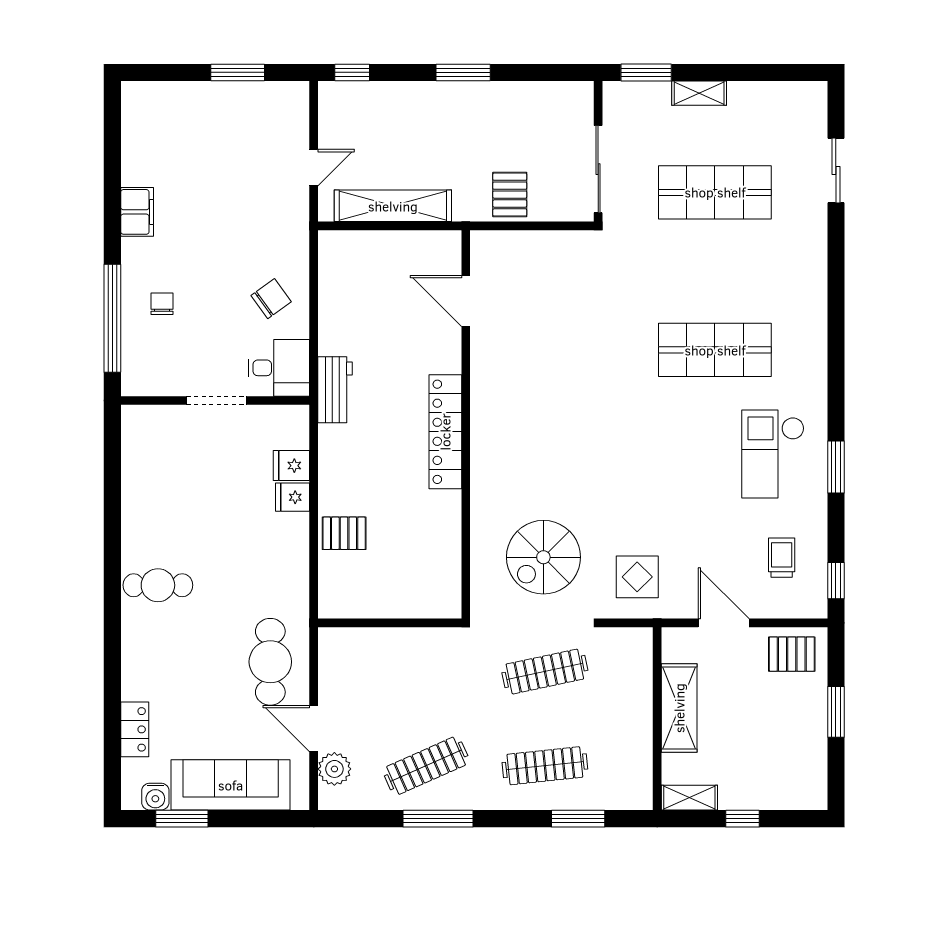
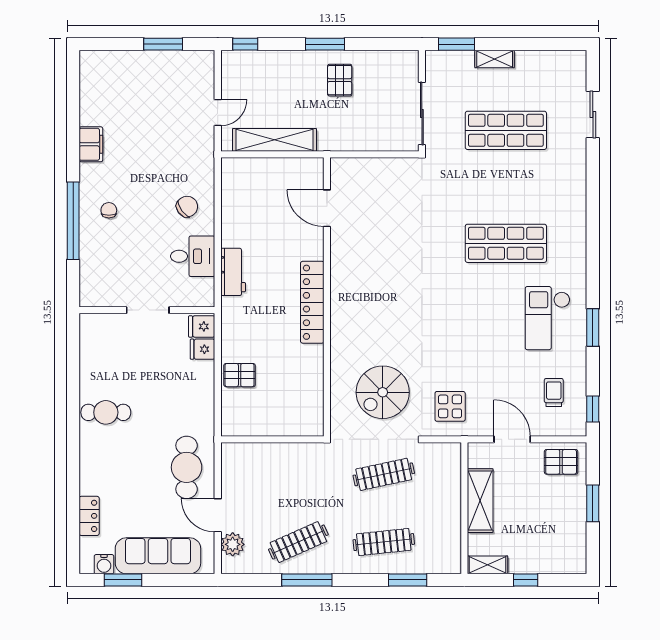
pallet: (510, 195) -> (340, 80), moved
wall: (215, 400) -> (147, 310), moved
doorway: (216, 400) -> (148, 310), moved

